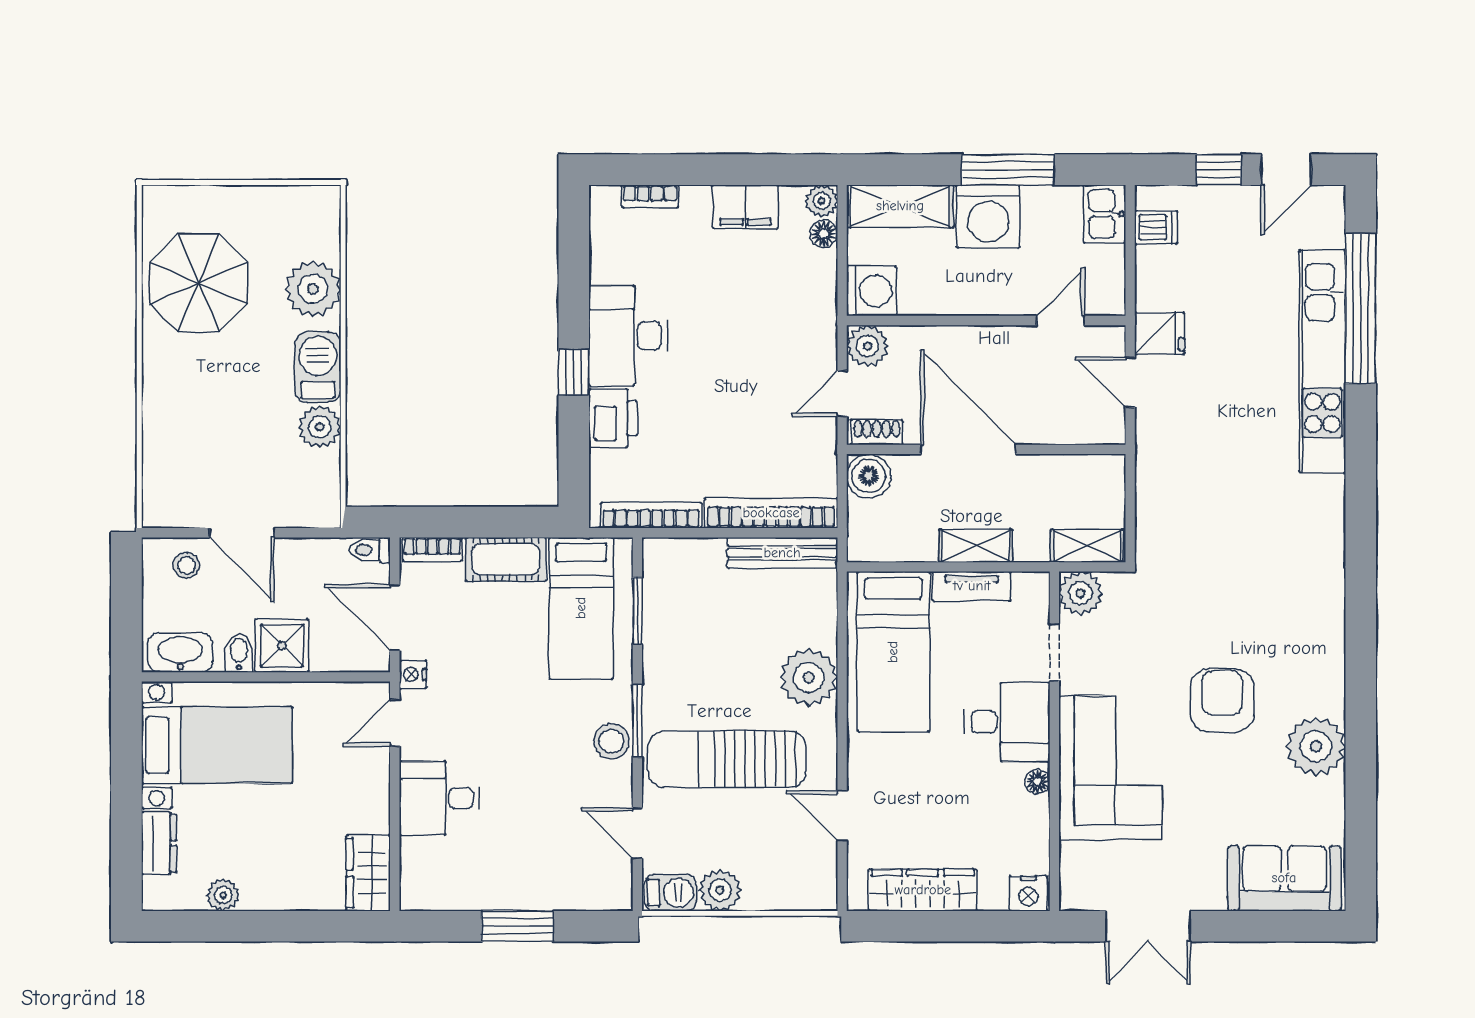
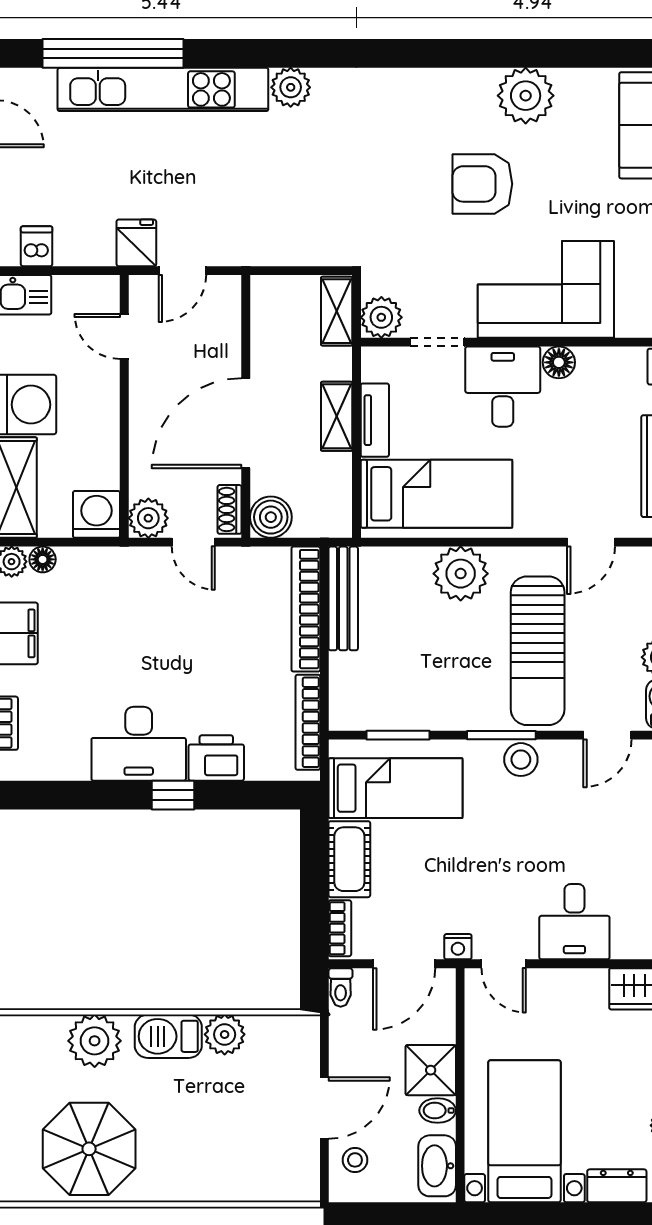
plant: (1325, 497) -> (291, 87), added
floor lamp: (1037, 782) -> (559, 362), width x1.37, depth x1.37

